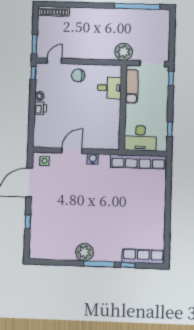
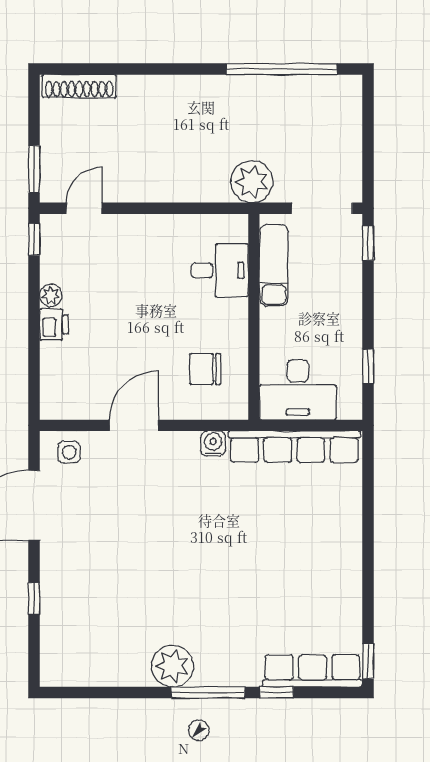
chair: (78, 75) -> (205, 369), moved
water cooler: (93, 159) -> (213, 443), moved
window: (167, 253) -> (368, 661), added

